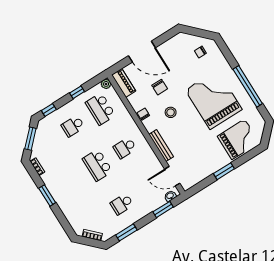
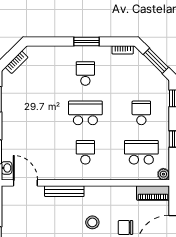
chair: (143, 114) -> (108, 193), removed
door: (172, 176) -> (25, 183), hinge flipped
school desk: (122, 204) -> (85, 73), moved

